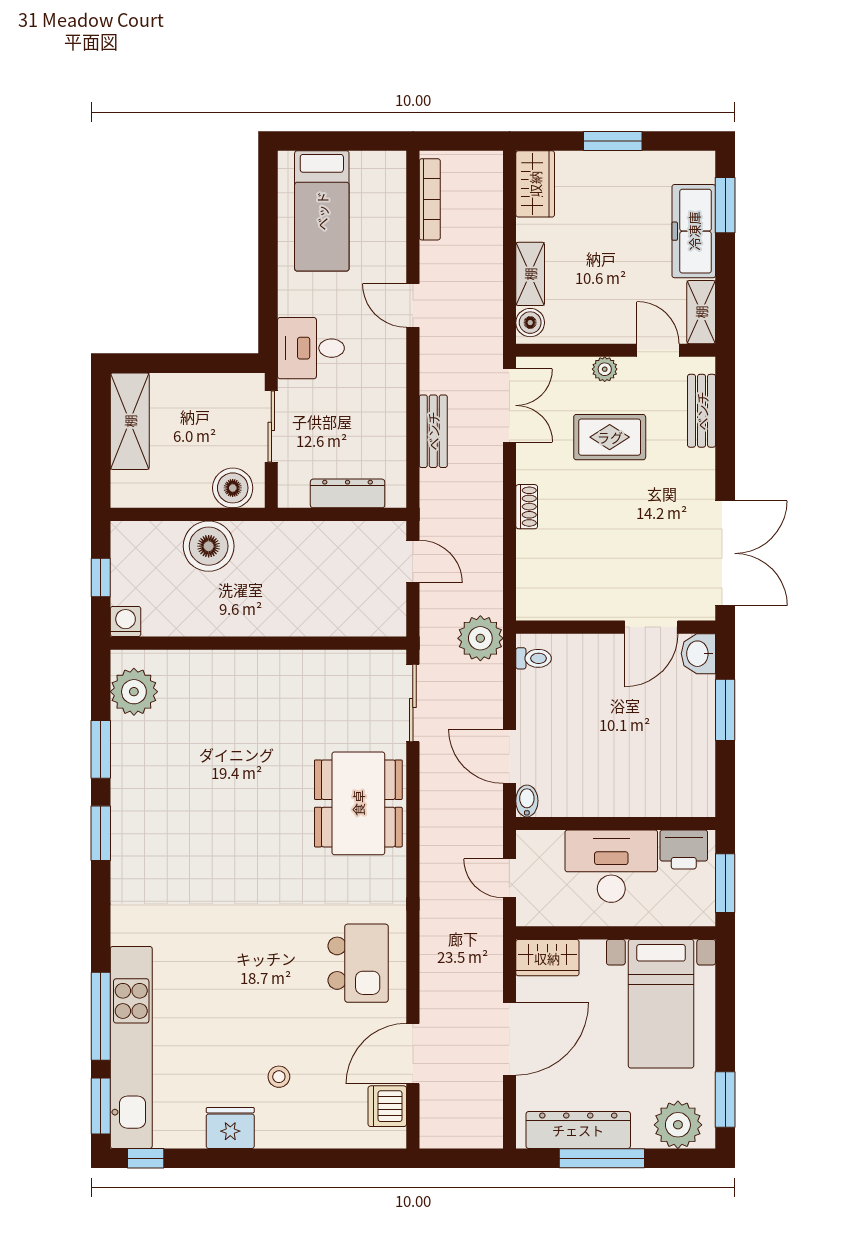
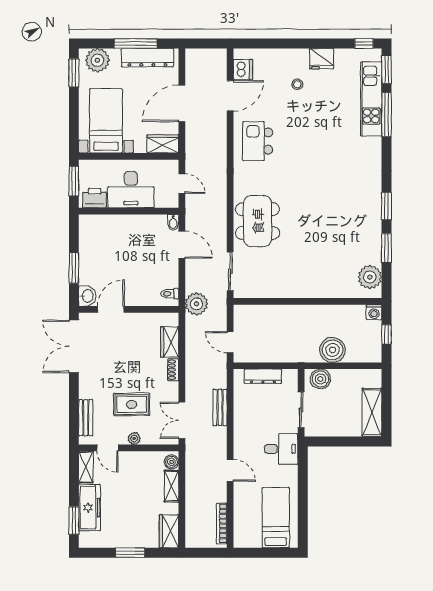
wardrobe: (534, 562) -> (170, 342), added
kitchen unit: (131, 1047) -> (371, 99), width x0.73

